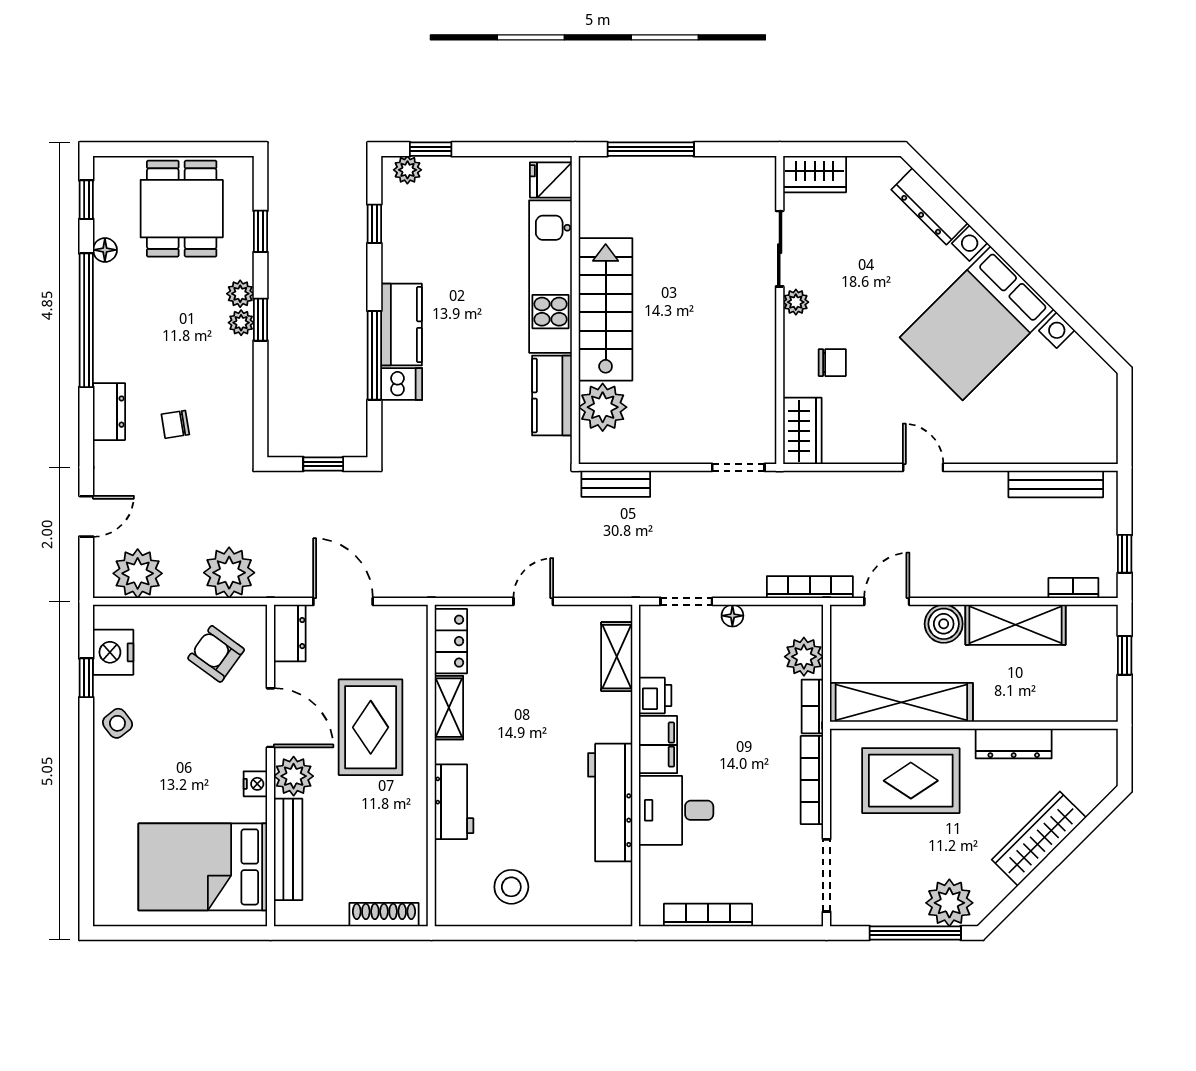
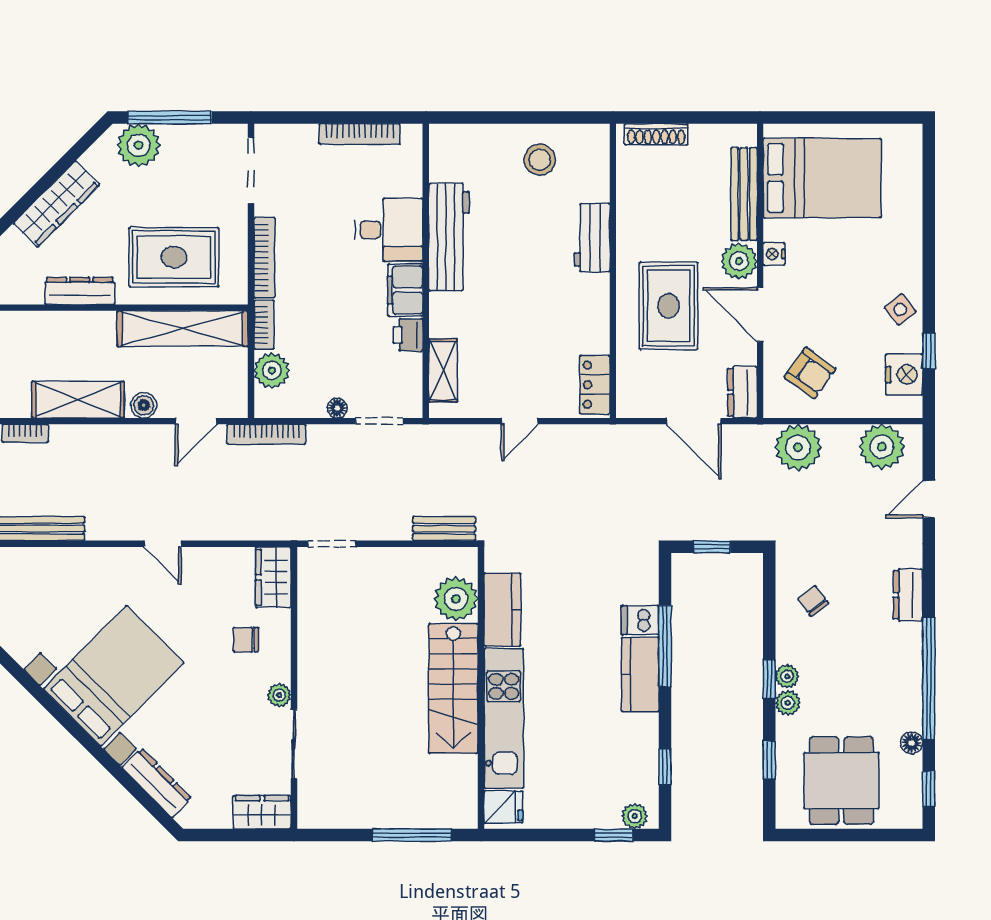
chair: (175, 424) -> (813, 601), moved, turned -118
boiler: (944, 624) -> (144, 405), width x0.73, depth x0.73
shelving: (449, 708) -> (597, 324), removed

